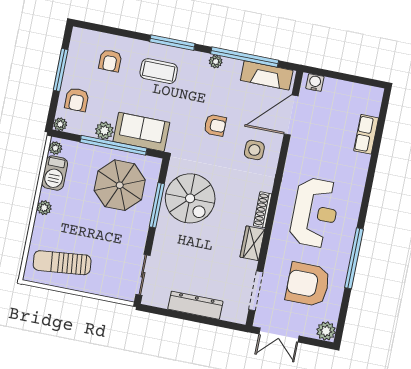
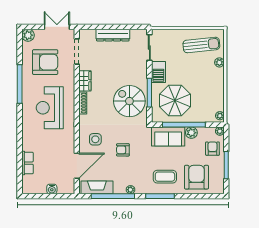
armchair: (110, 61) -> (196, 177), width x1.88, depth x1.88
water cooler: (315, 83) -> (52, 189), moved
barbecue: (55, 173) -> (158, 72), moved, turned 180
plant: (44, 208) -> (219, 62), moved

